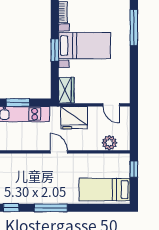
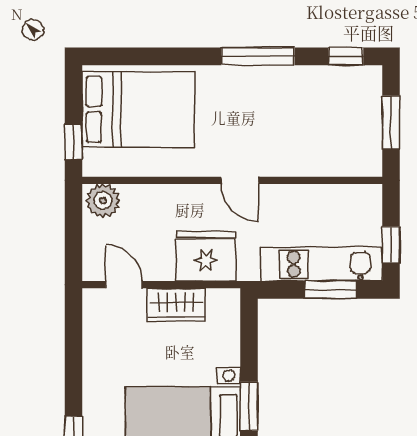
wardrobe: (66, 90) -> (176, 305), moved, turned -90
plant: (109, 143) -> (103, 201), moved
bed: (105, 189) -> (138, 109), width x1.50

